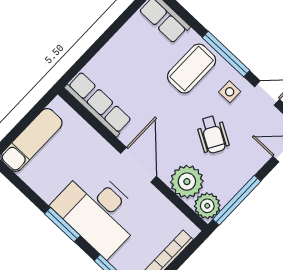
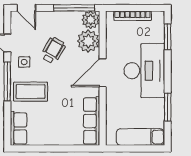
window: (62, 225) -> (168, 107), moved

